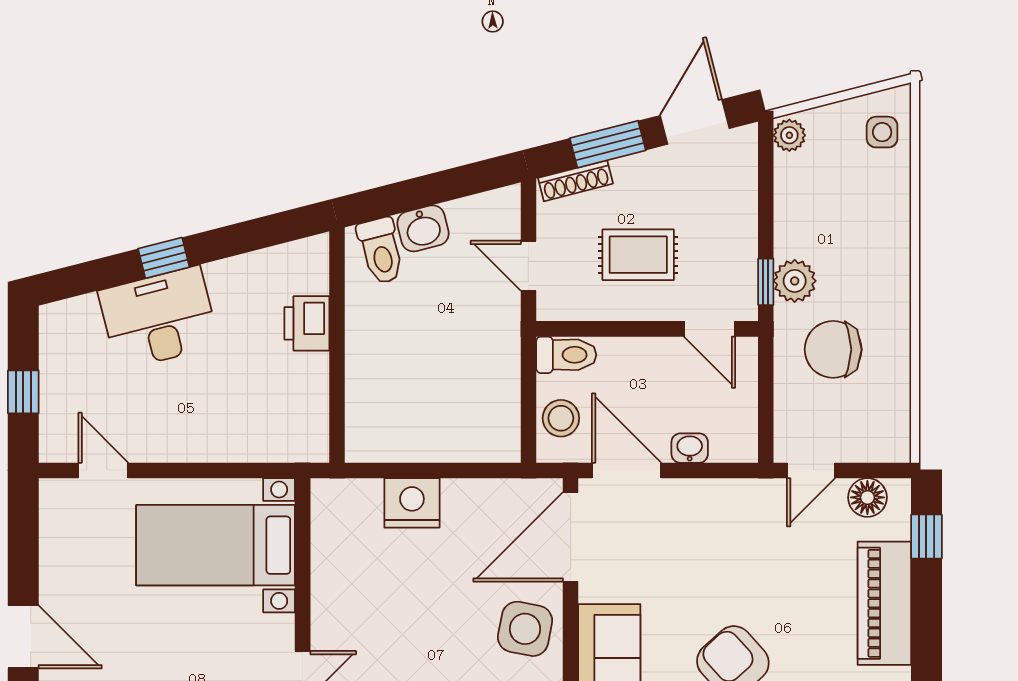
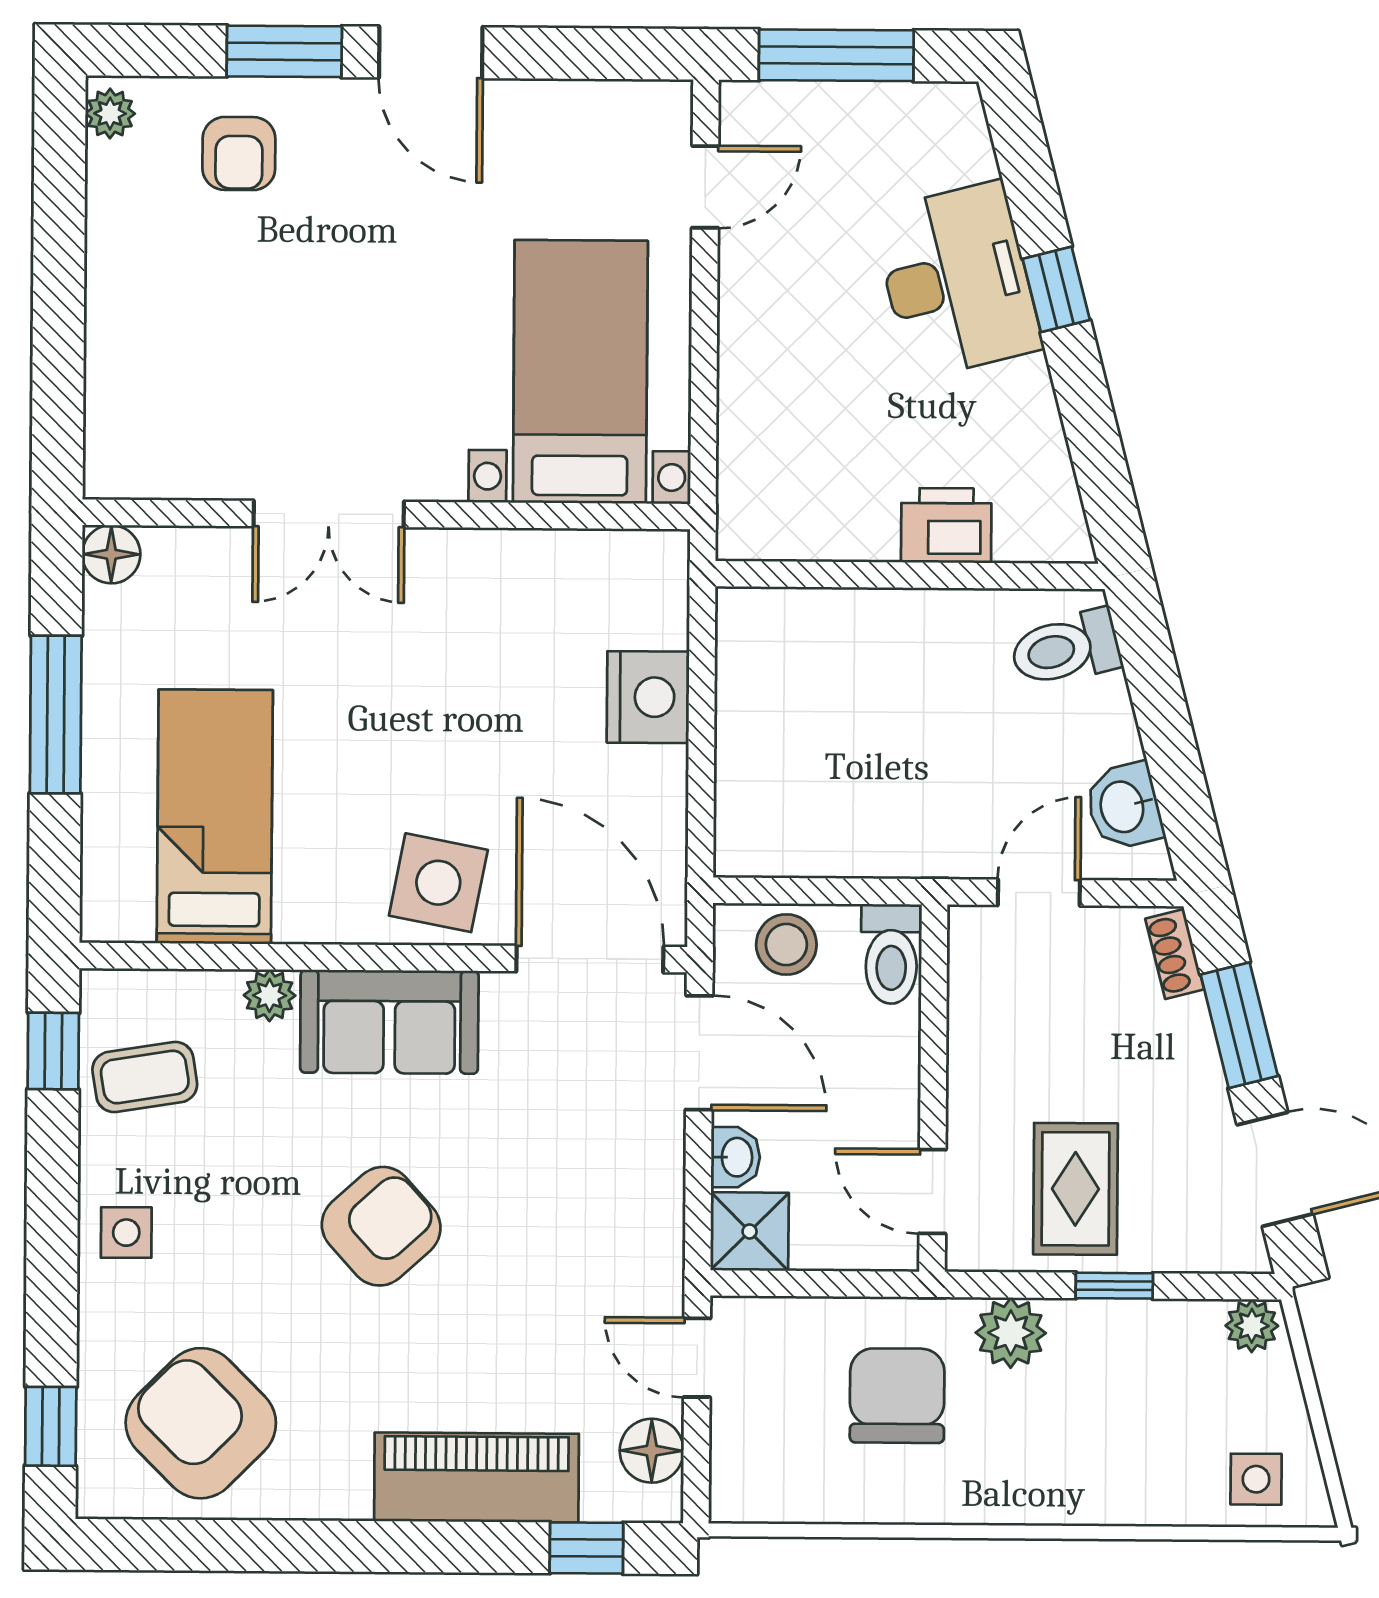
shoe rack: (575, 181) -> (1175, 954), width x0.70
washbasin: (423, 228) -> (1124, 806), moved
rug: (638, 255) -> (1075, 1189), moved
window: (766, 282) -> (1114, 1286), moved
door: (710, 329) -> (932, 1191), hinge flipped
window: (23, 392) -> (836, 55), width x2.17
shower: (735, 439) -> (750, 1231), added
door: (627, 470) -> (699, 1053), hinge flipped
door: (23, 637) -> (431, 52), hinge flipped

